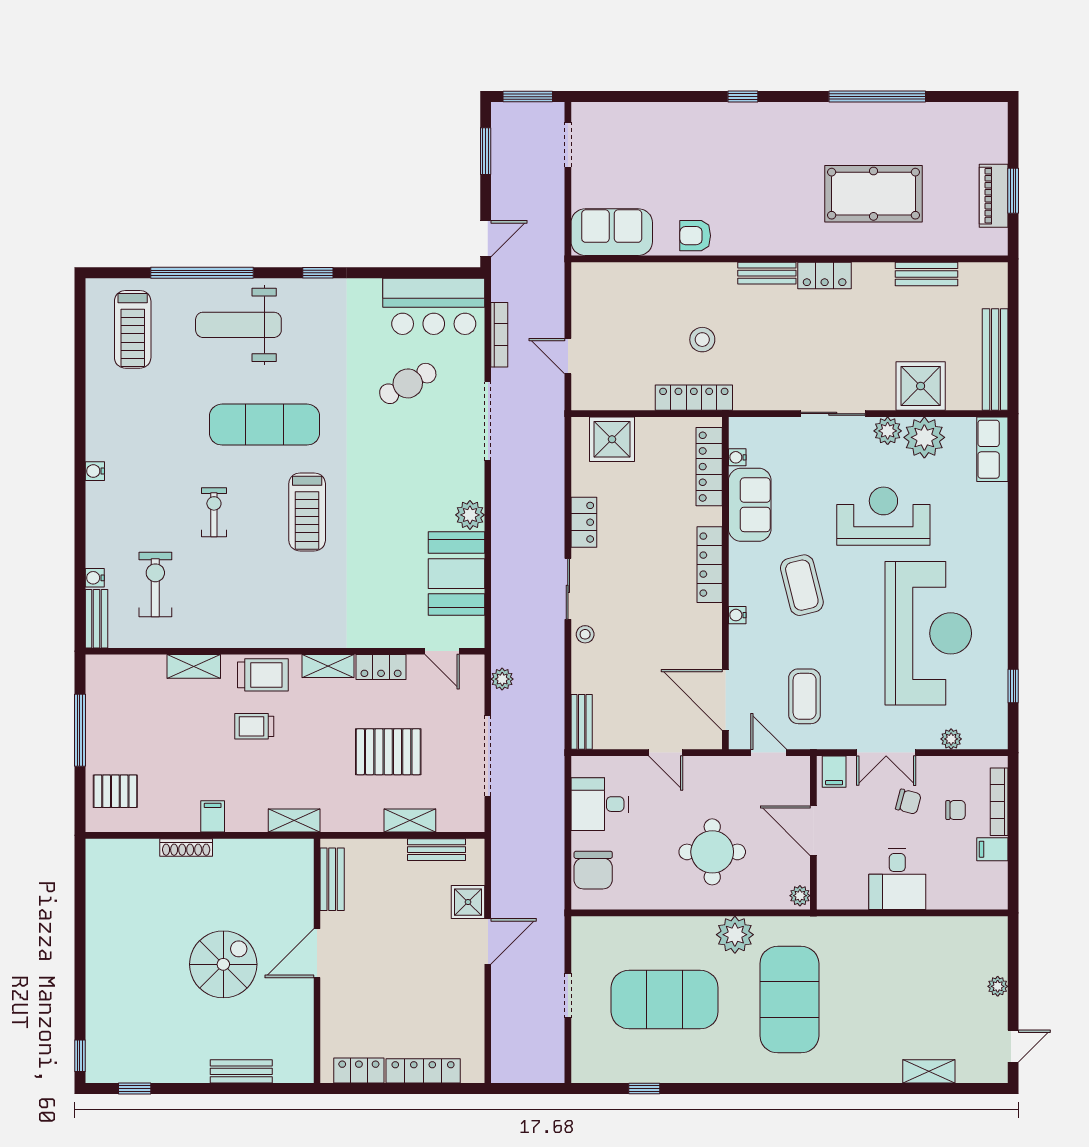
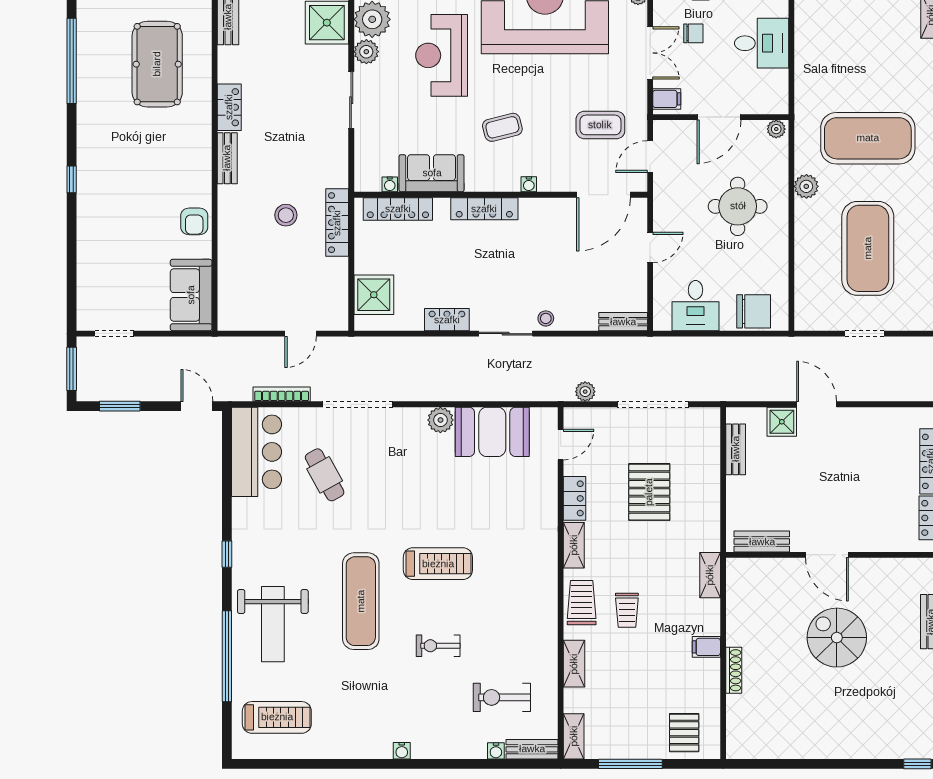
coffee table: (802, 585) -> (502, 127), width x0.73, depth x0.77
chair: (908, 802) -> (693, 33), turned 75
shelving: (410, 821) -> (574, 736), moved
plant: (735, 935) -> (806, 186), width x0.73, depth x0.73

